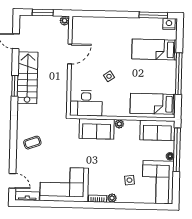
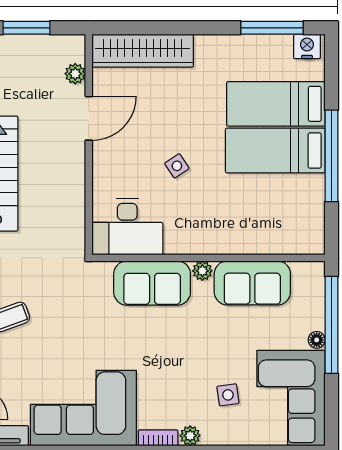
plant: (65, 21) -> (75, 74), moved
wardrobe: (95, 24) -> (143, 51), added
bed: (153, 104) -> (275, 150), moved
sofa: (157, 130) -> (252, 283), moved

